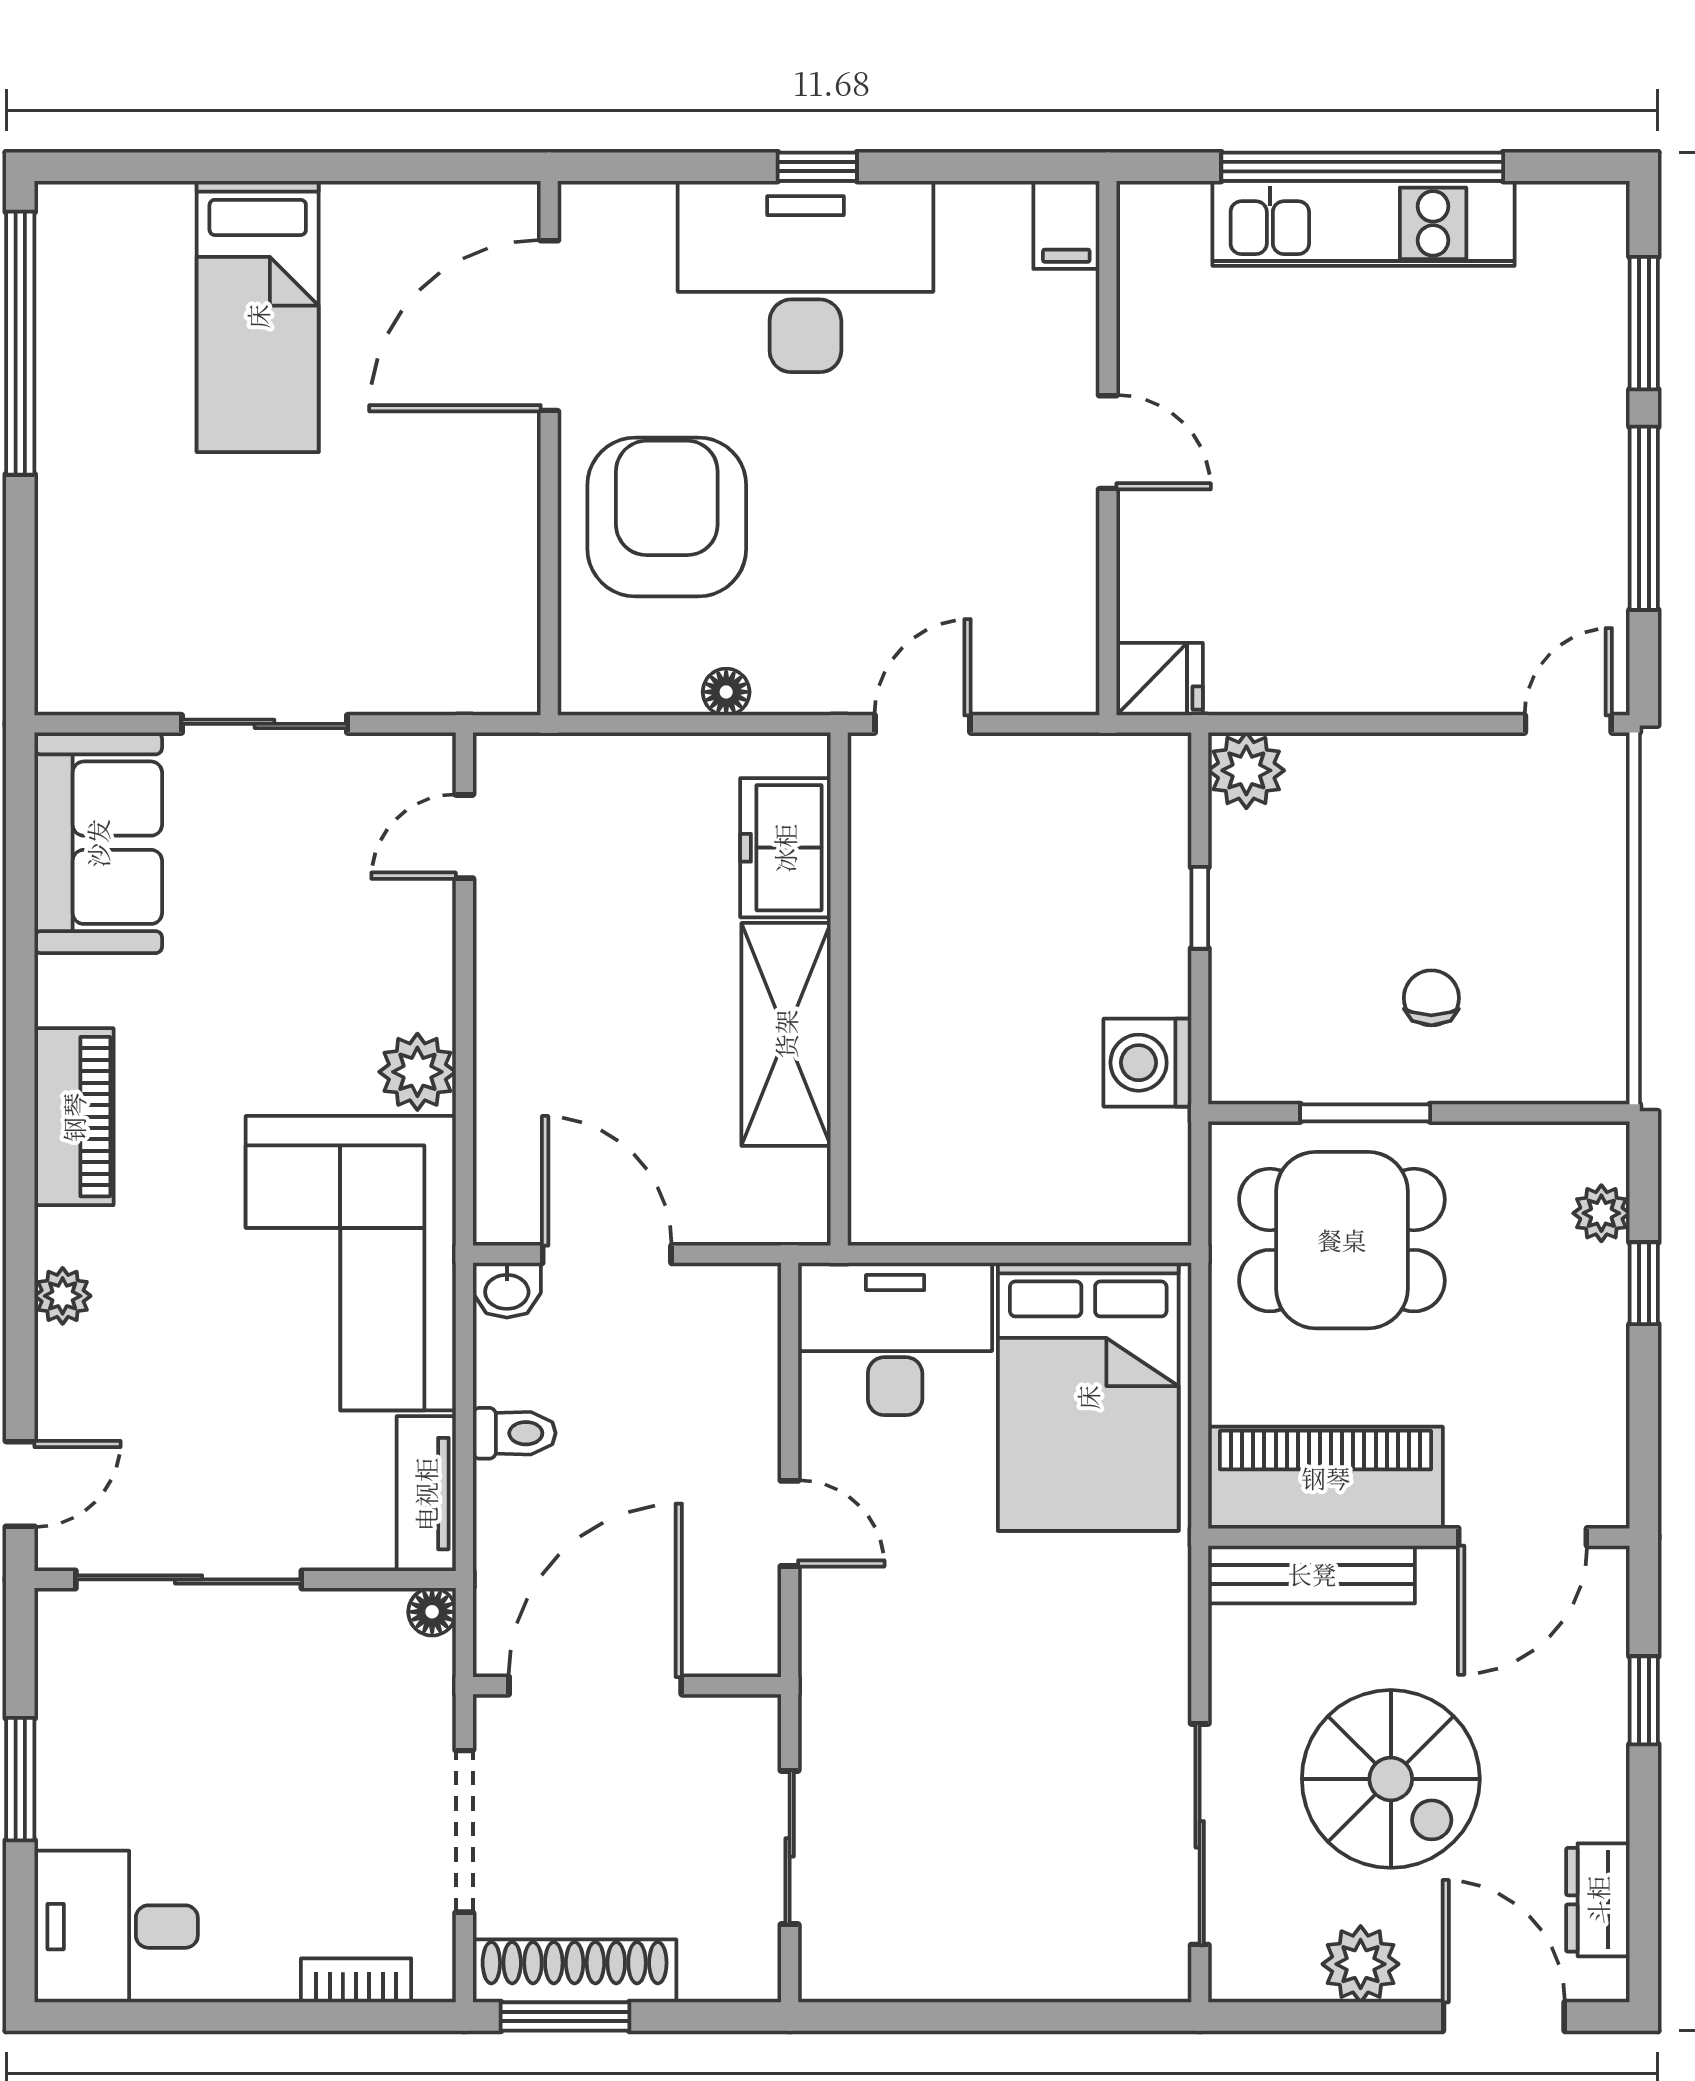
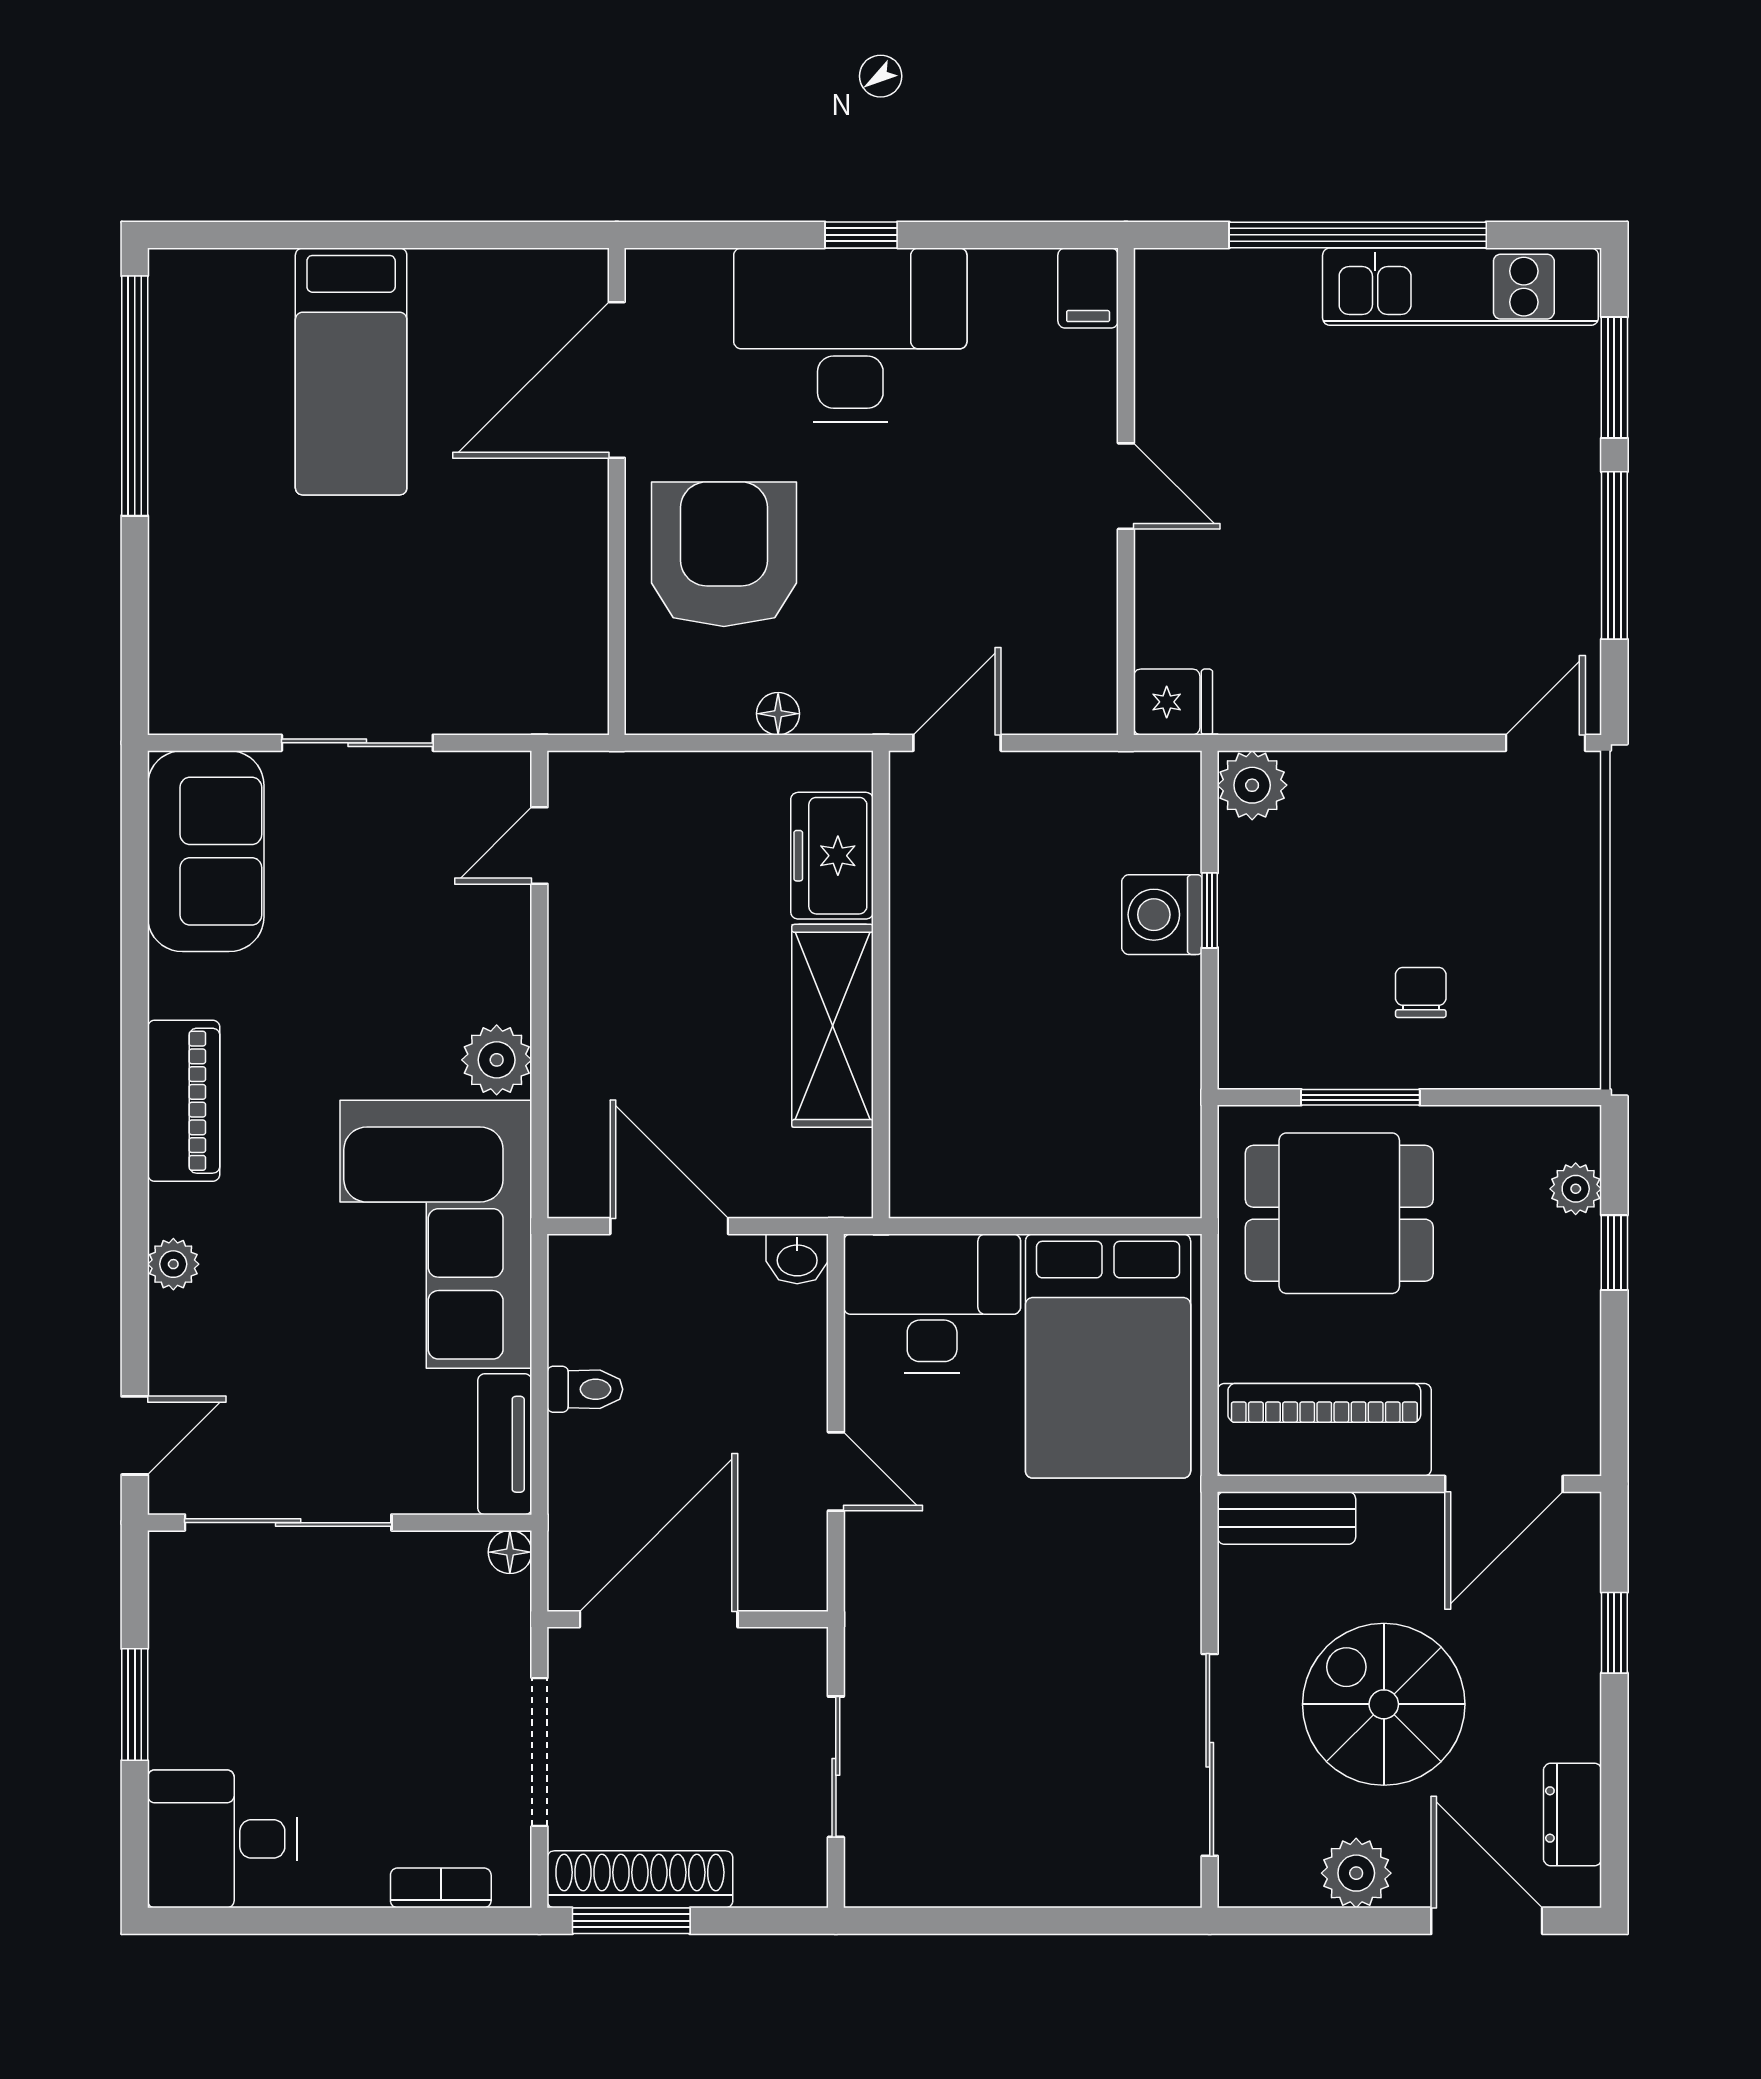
kitchen unit: (1363, 223) -> (1460, 287), moved
washing machine: (1147, 1063) -> (1162, 915), moved
washbasin: (507, 1290) -> (797, 1259), moved
bench: (1312, 1574) -> (1286, 1518), width x0.73
spiral stairs: (1391, 1779) -> (1384, 1704), turned 180

